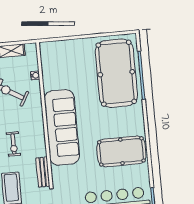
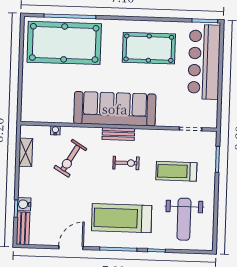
pool table: (121, 151) -> (149, 48), turned 90
bench: (43, 172) -> (118, 134), moved

